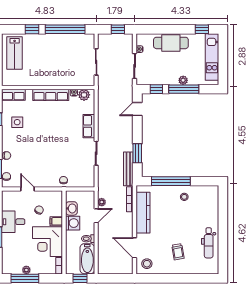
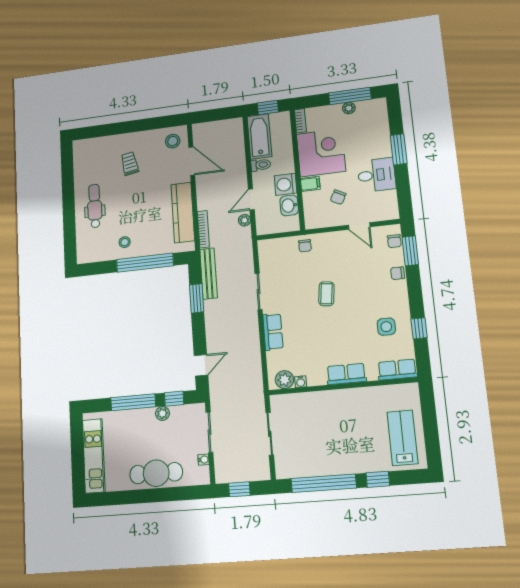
window: (202, 29) -> (111, 498), removed
plant: (183, 80) -> (162, 413), moved
row of seats: (51, 95) -> (346, 374), width x0.68
coffee table: (53, 147) -> (326, 294), added
dental chair: (209, 243) -> (95, 206), moved

